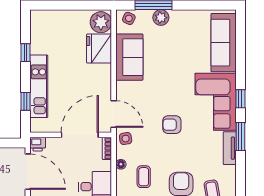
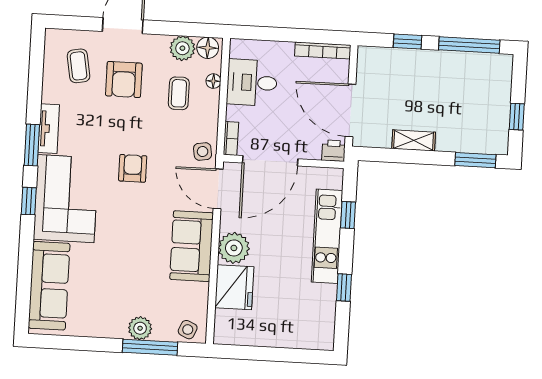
plant: (101, 22) -> (234, 248), moved
sofa: (129, 57) -> (192, 246), moved
armchair: (172, 125) -> (133, 168), turned -90
floor lamp: (121, 164) -> (213, 81), moved

